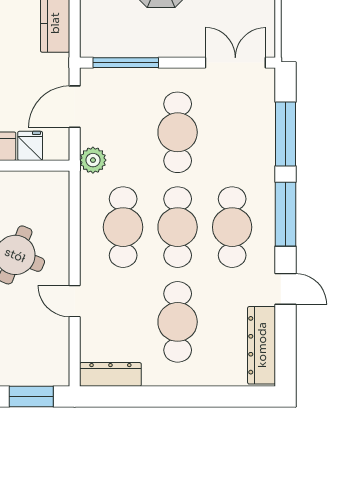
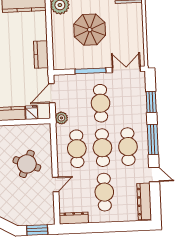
window: (126, 63) -> (90, 71), moved
window: (286, 134) -> (151, 102), width x0.69
door: (75, 301) -> (56, 184), swing flipped

